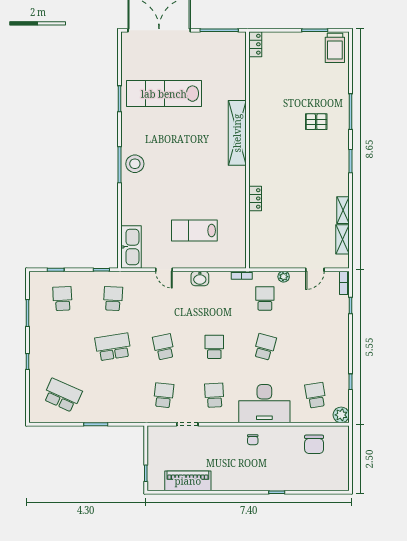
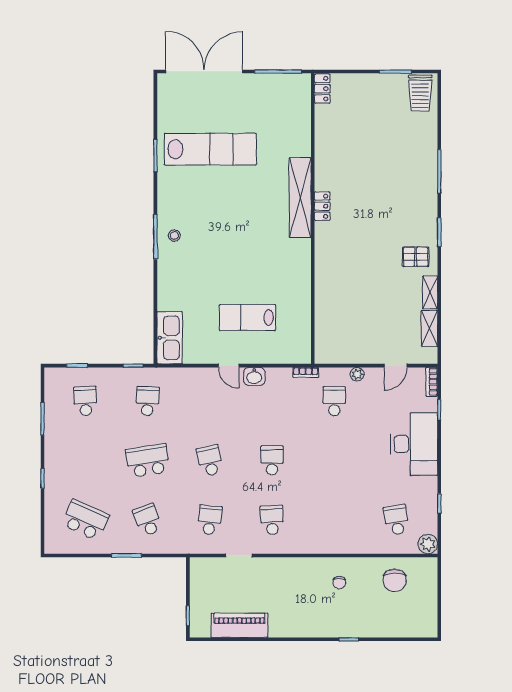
lab bench: (164, 94) -> (210, 149), turned 180
pallet: (316, 122) -> (416, 257), moved
stool: (135, 164) -> (174, 236), width x0.53, depth x0.53
locker: (255, 198) -> (322, 206), moved
door: (164, 270) -> (229, 366), moved
school desk: (265, 347) -> (148, 520), moved, turned -36
desk: (264, 404) -> (414, 444), moved, turned -90
chair: (253, 440) -> (339, 583), moved

